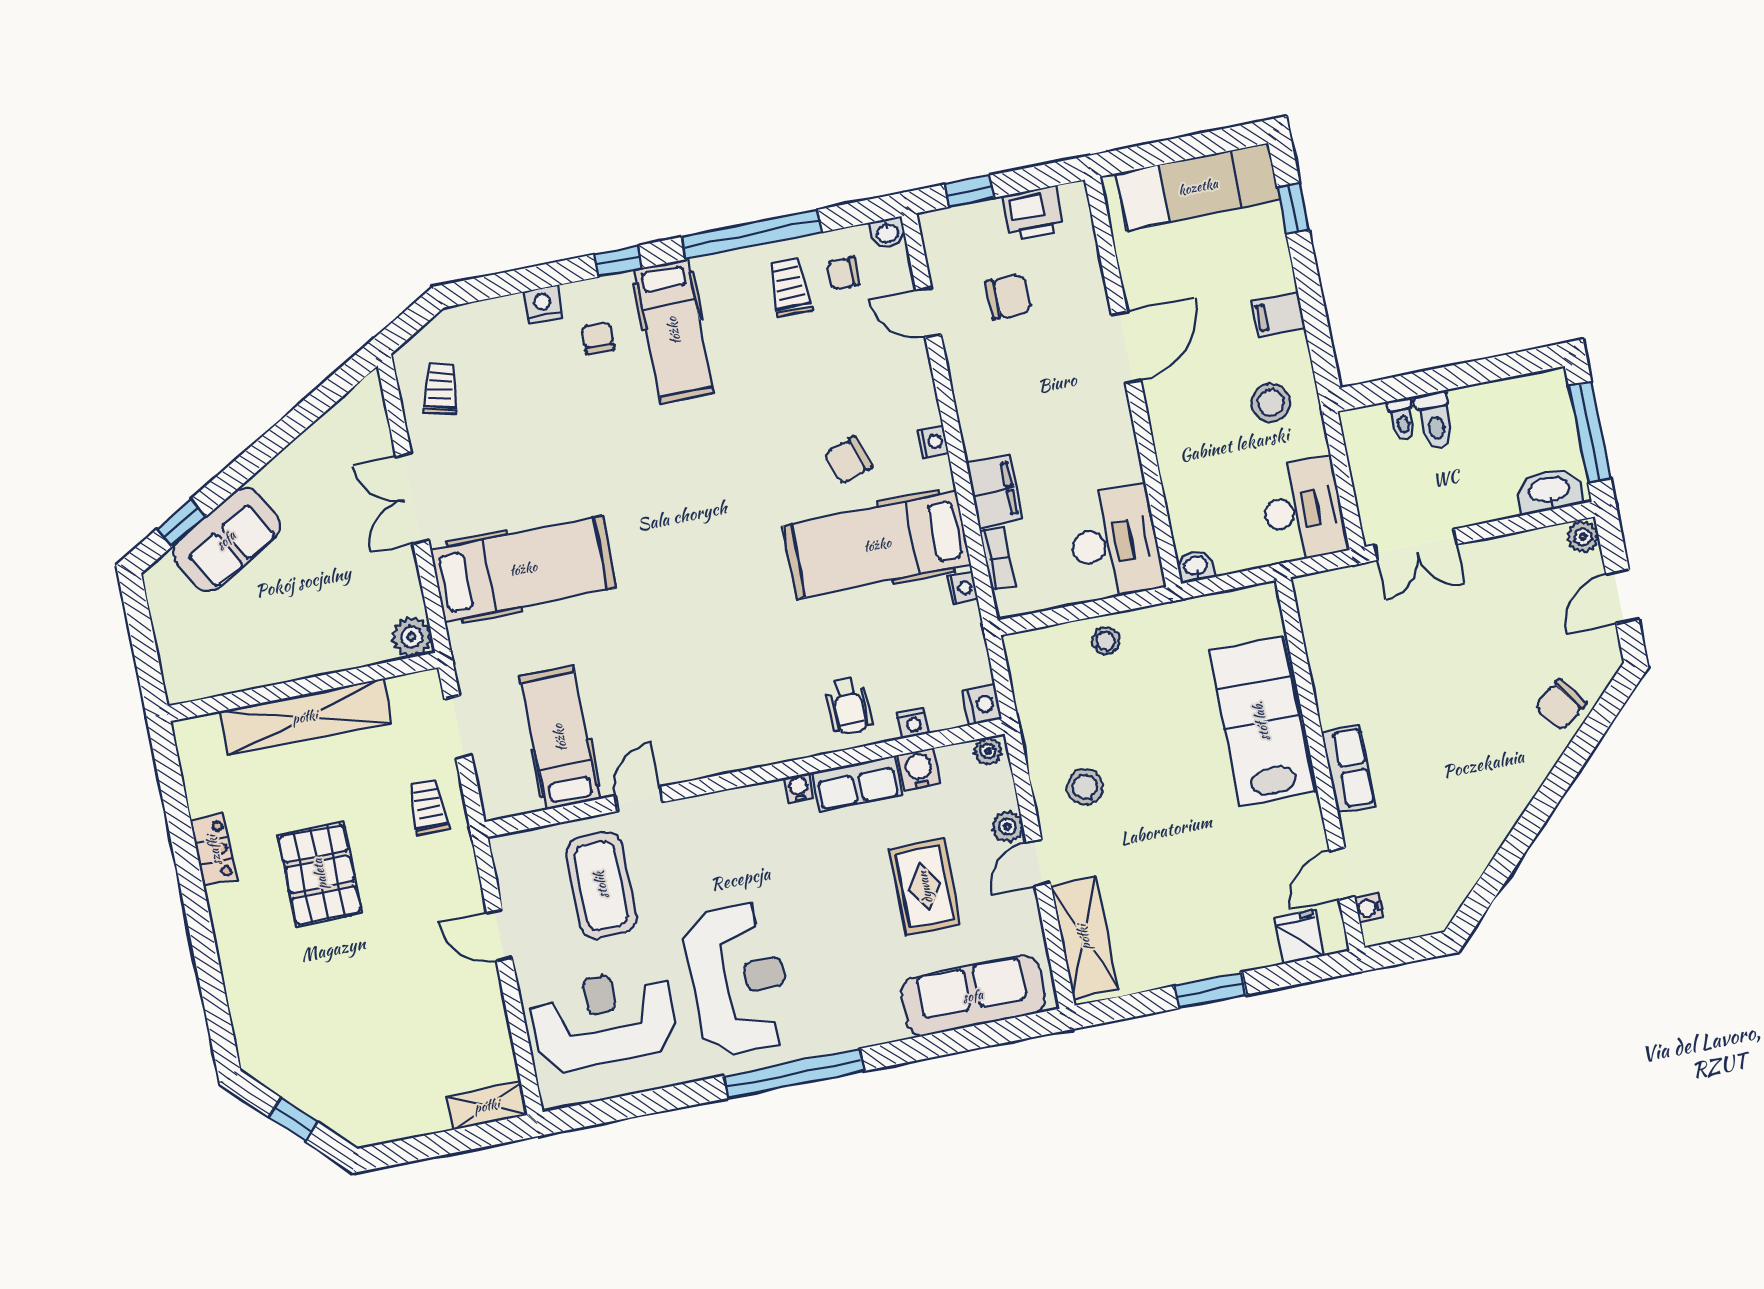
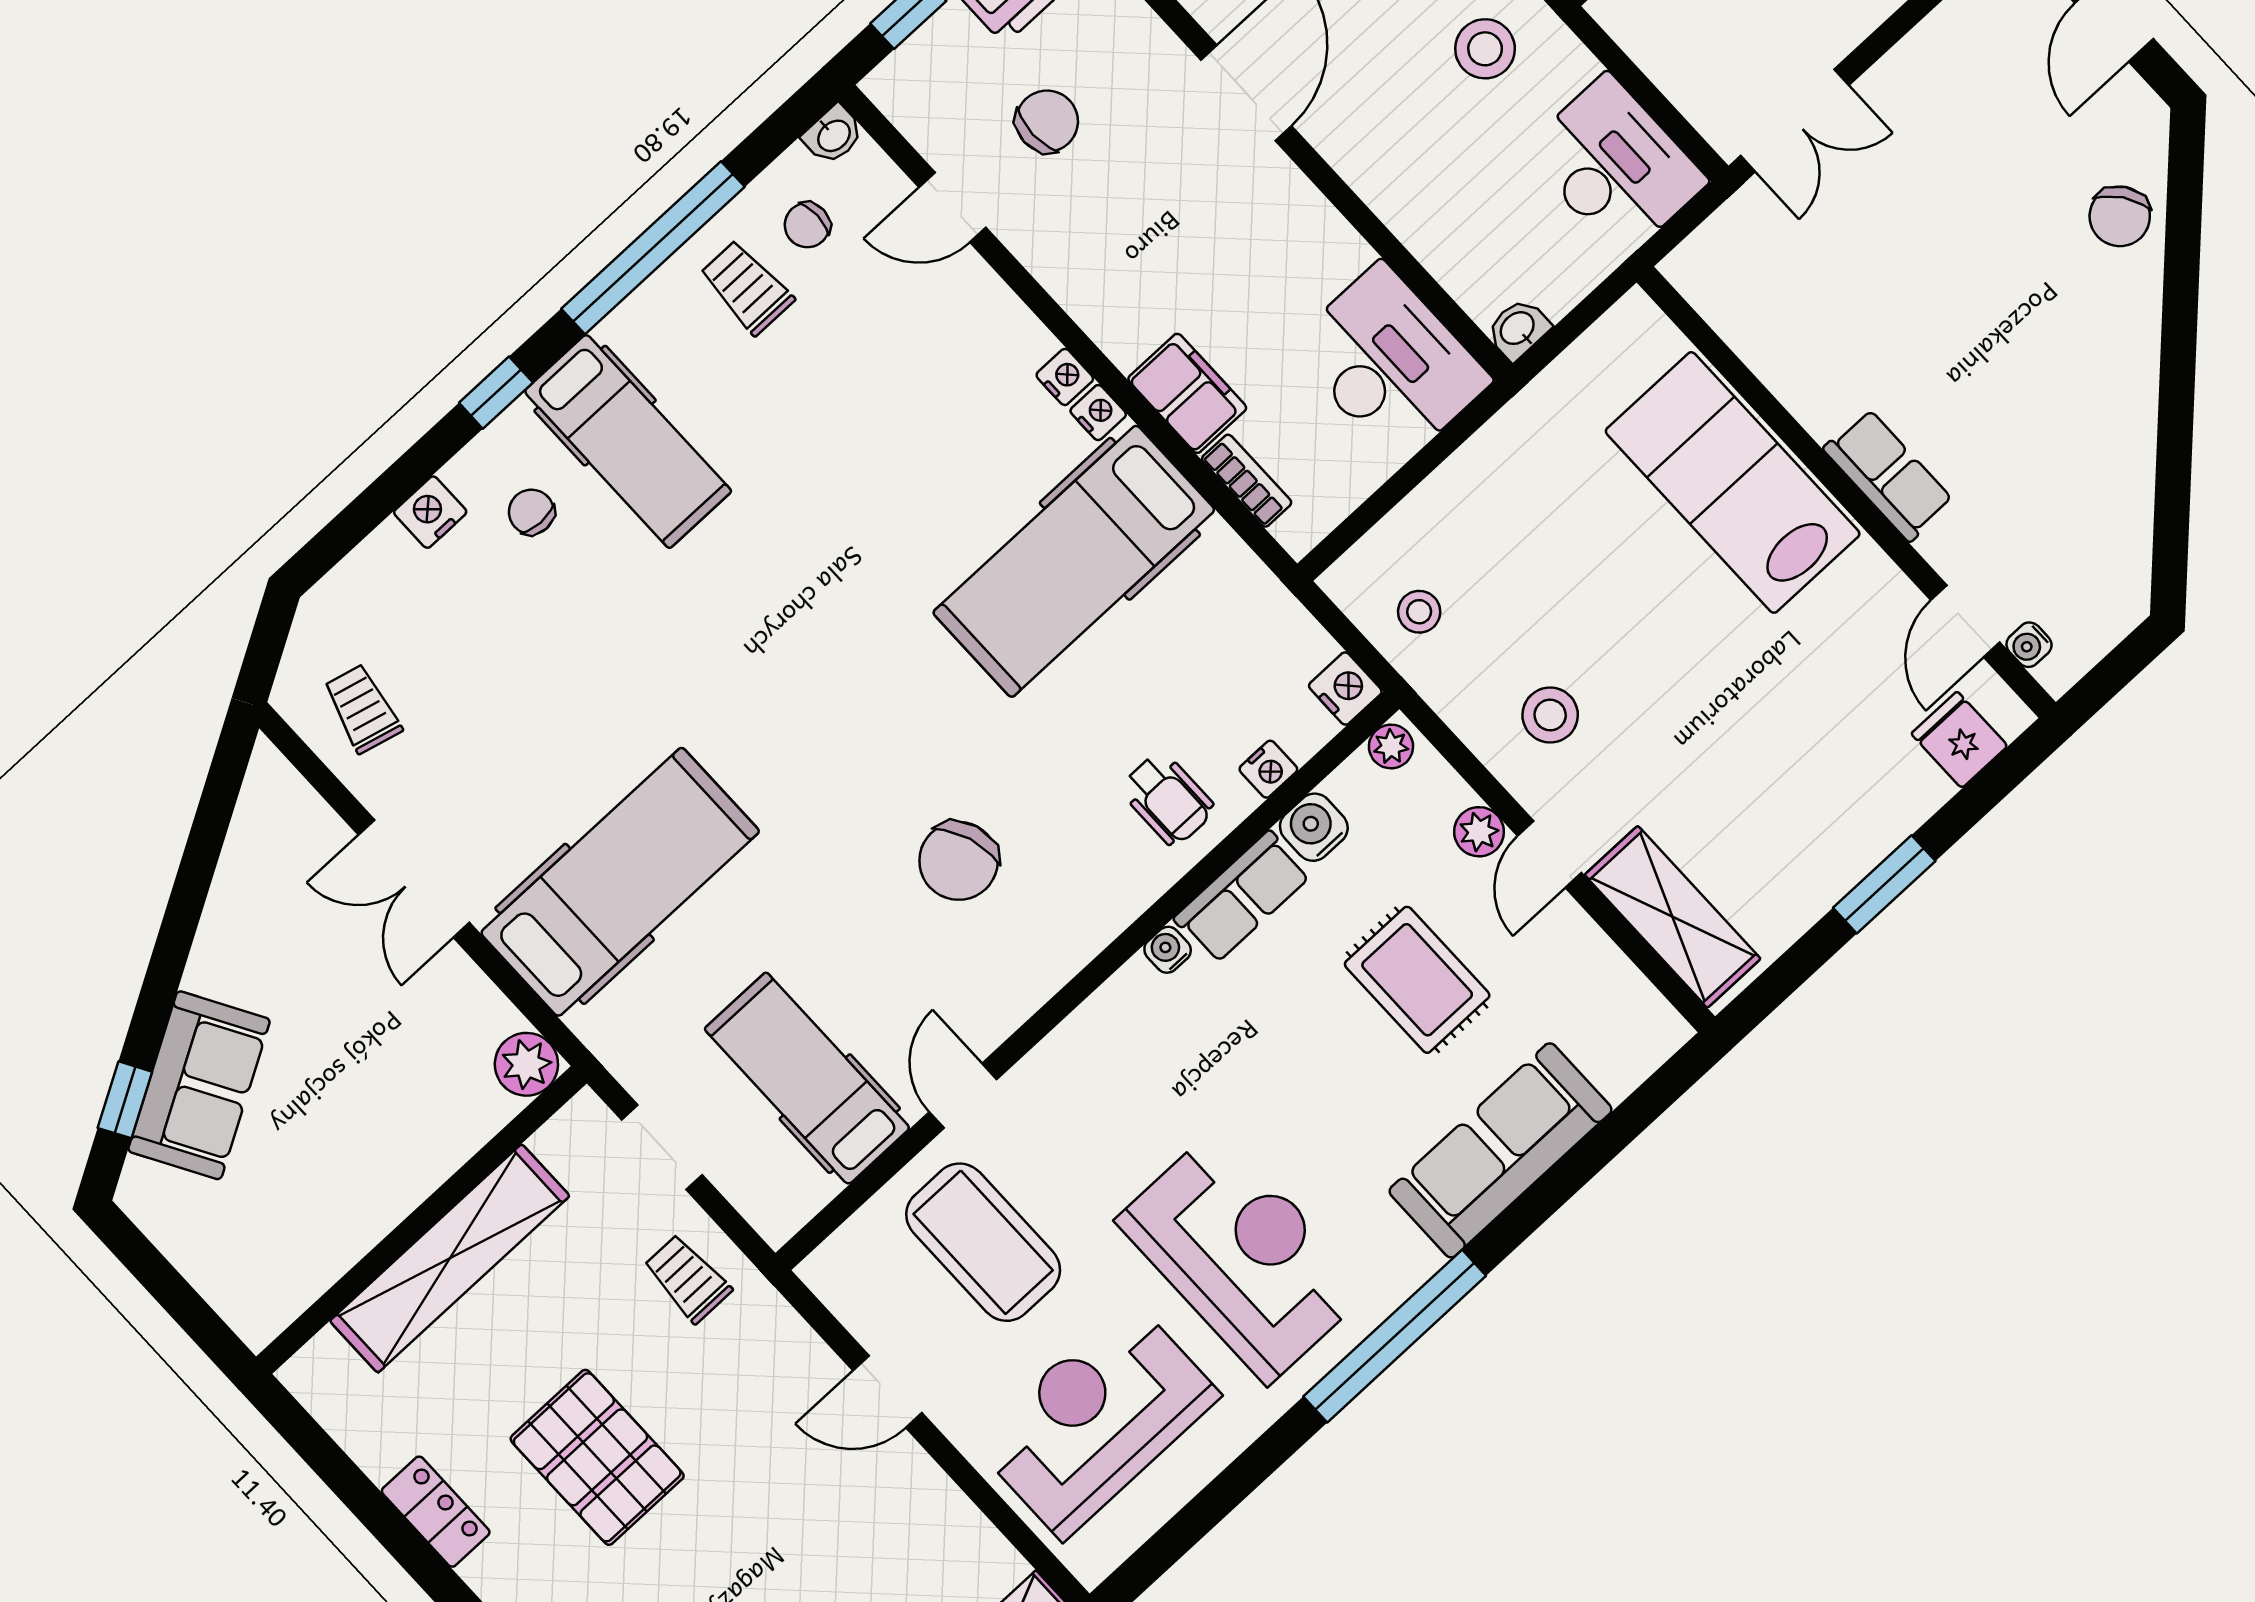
chair: (848, 460) -> (959, 861), moved, width x1.37, depth x1.37
nightstand: (963, 588) -> (1098, 413), moved
stool: (1106, 641) -> (1419, 612), moved
sofa: (973, 996) -> (1500, 1150), moved

